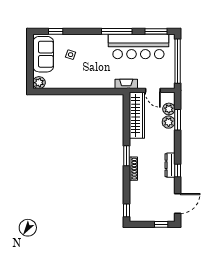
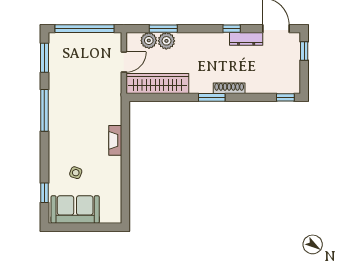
bar counter: (138, 47) -> (65, 81), removed
plant: (39, 83) -> (113, 215), removed
fireplace: (126, 84) -> (115, 140), moved
dresser: (170, 165) -> (246, 39), moved

